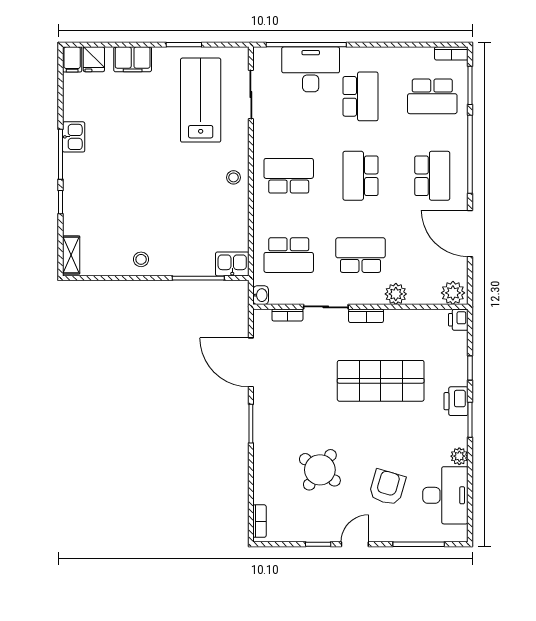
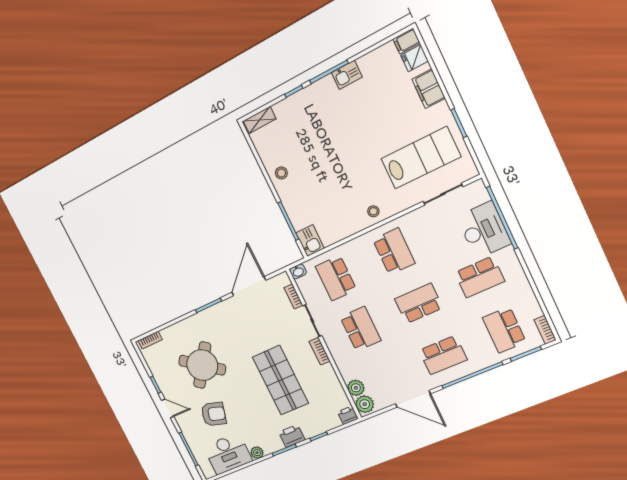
door: (470, 234) -> (413, 399), swing flipped
plant: (396, 294) -> (356, 388), moved
round table: (320, 470) -> (202, 365), width x1.36, depth x1.36

